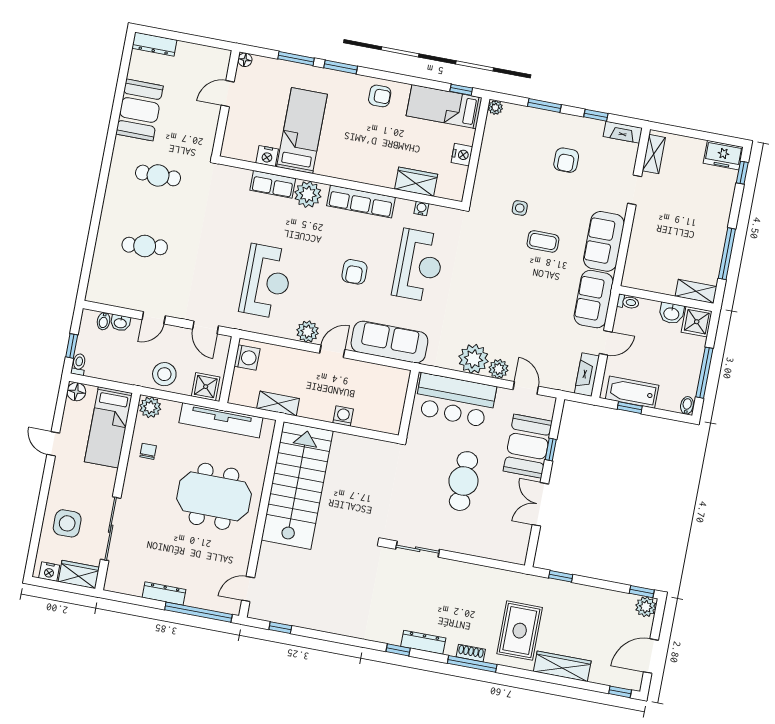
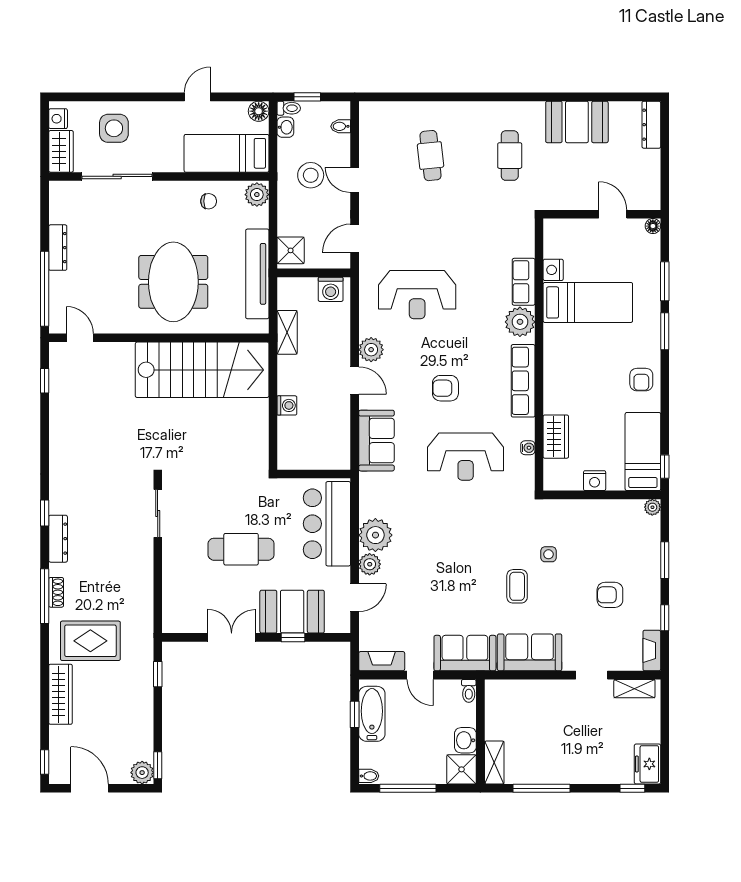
washbasin: (120, 323) -> (285, 127), moved, turned 180
sofa: (389, 342) -> (376, 441), width x0.73
stool: (164, 374) -> (311, 175), moved

